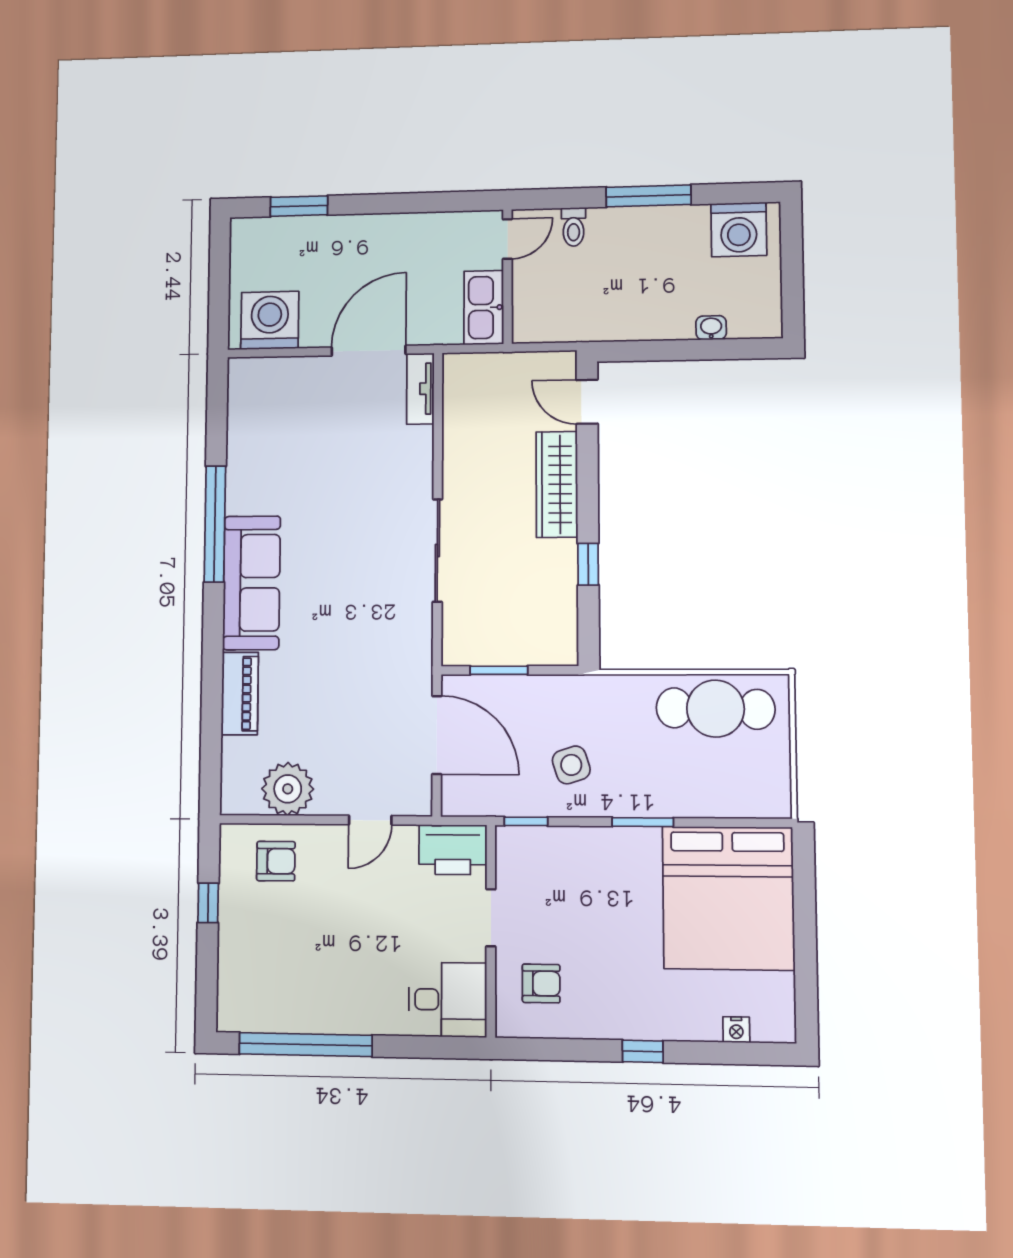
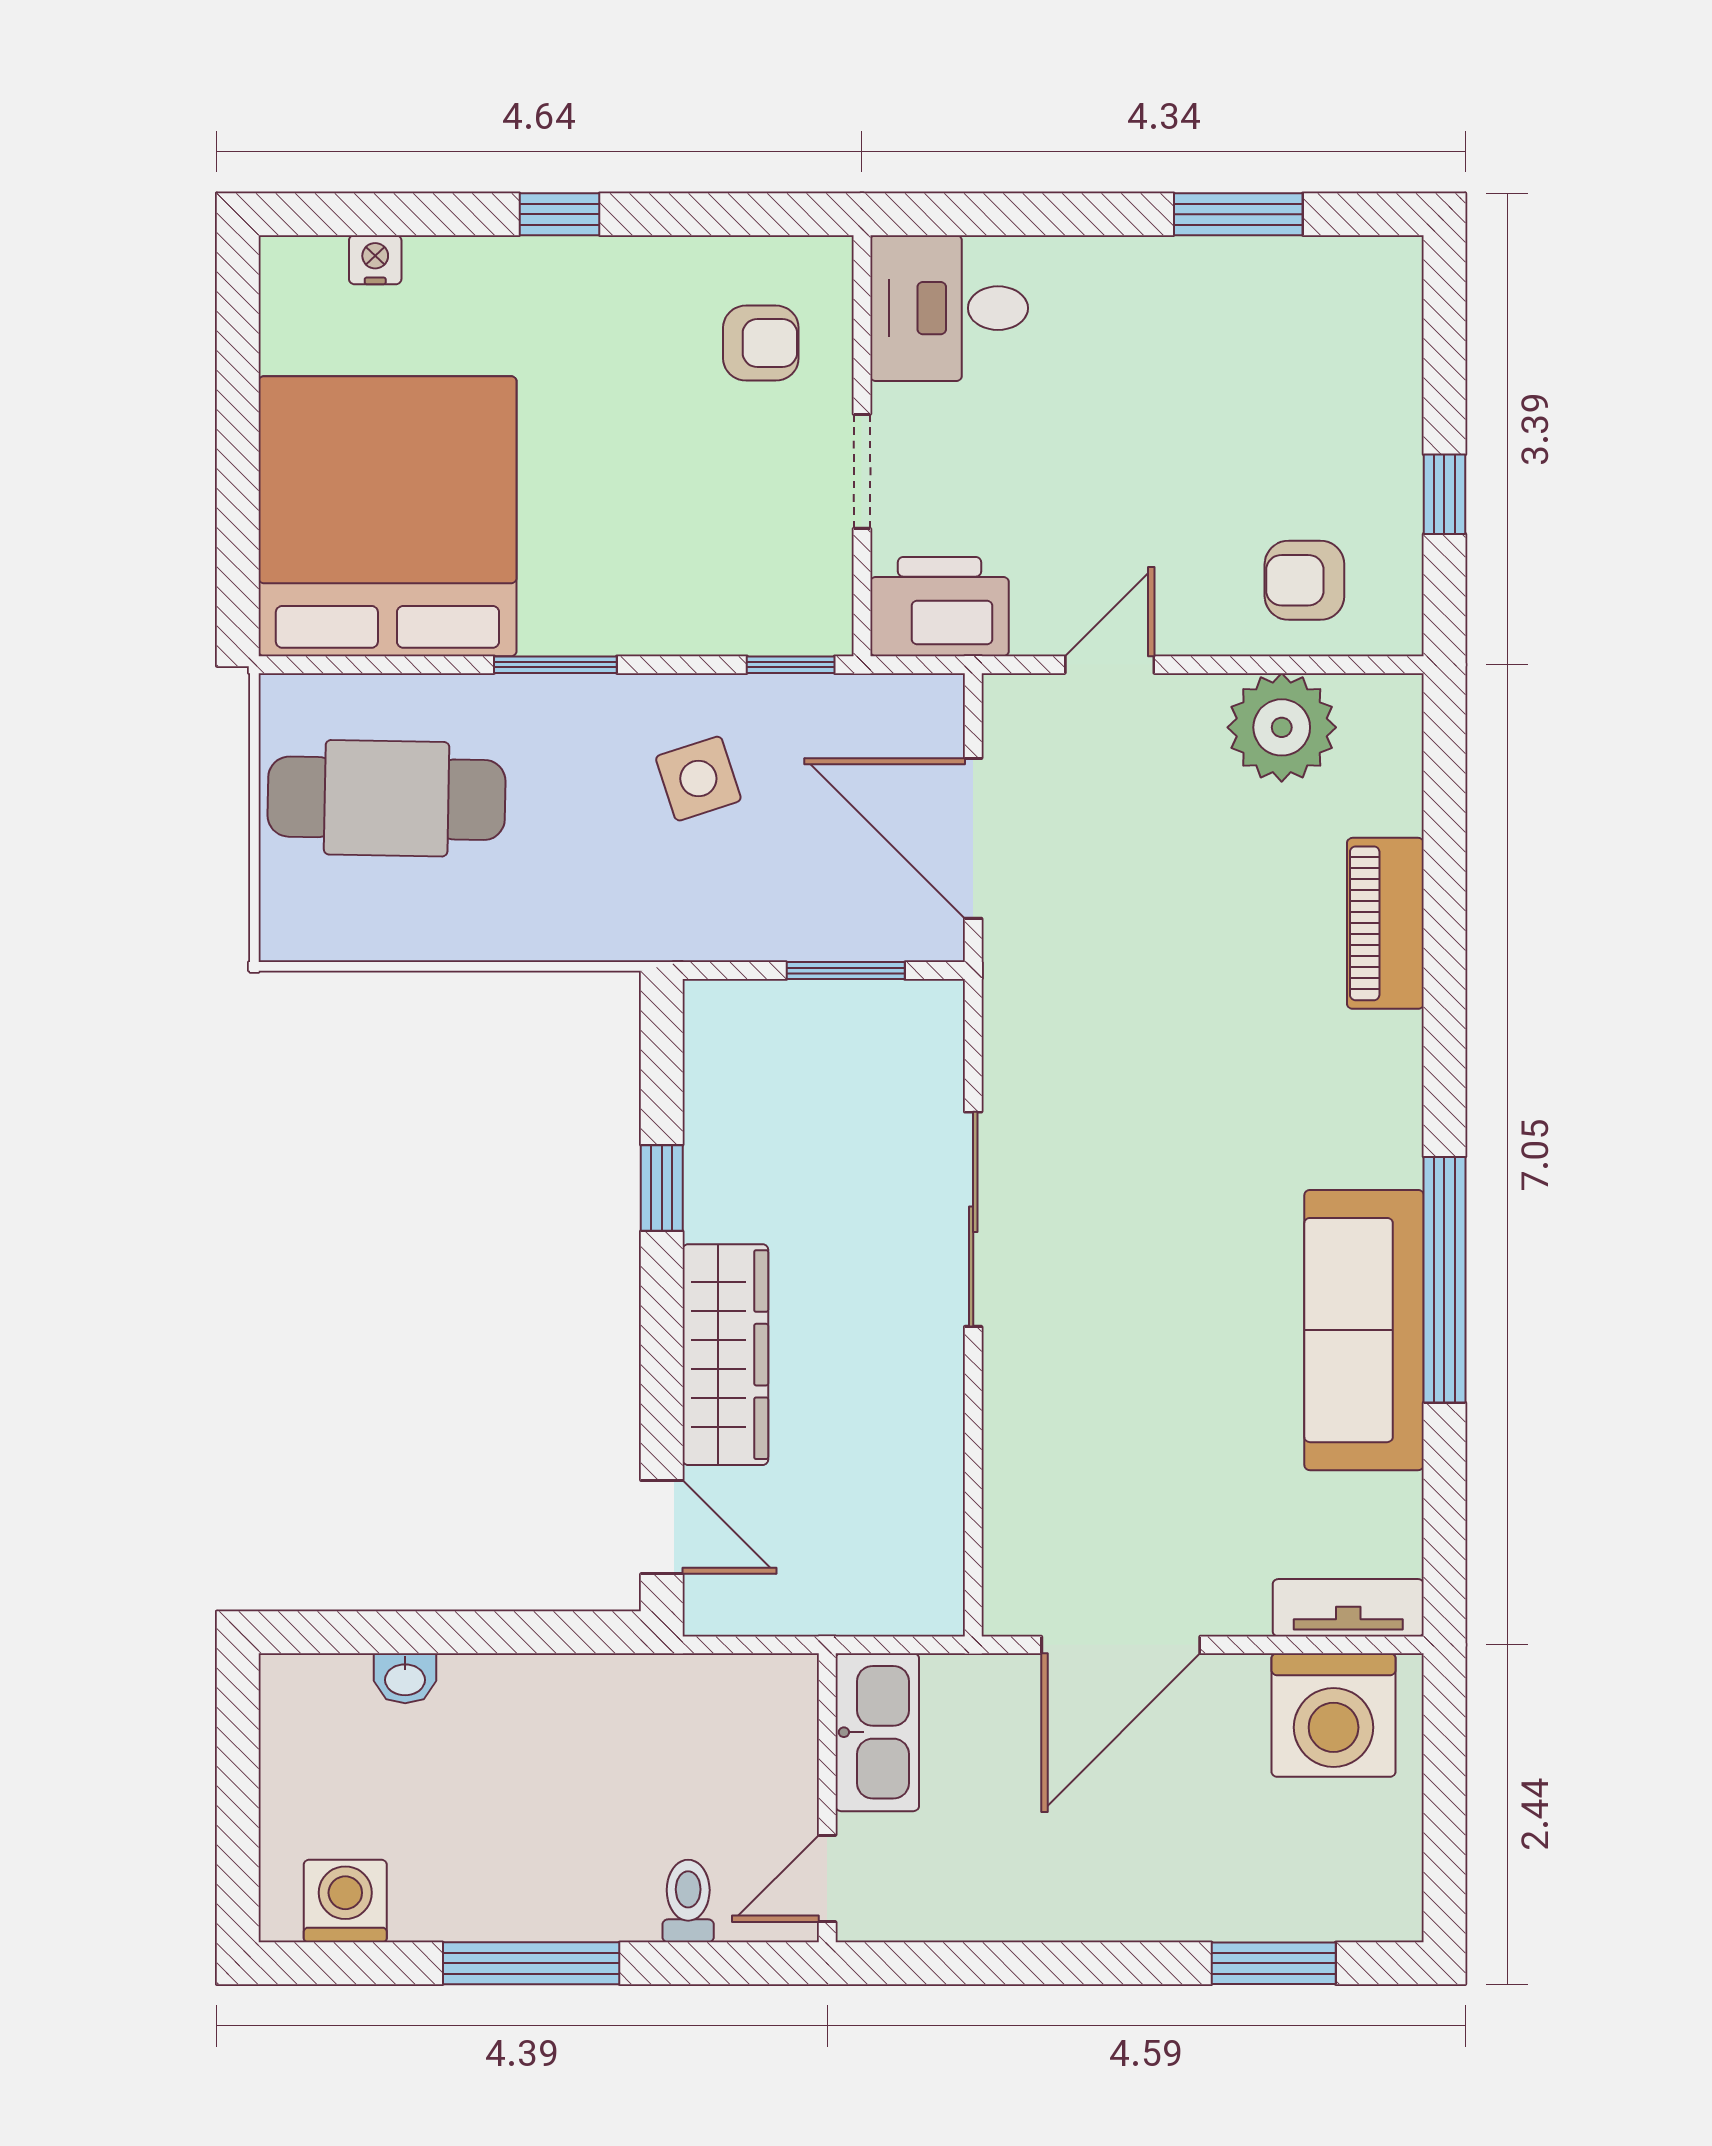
washing machine: (739, 229) -> (345, 1901), width x0.73, depth x0.73
tv unit: (420, 389) -> (1348, 1608), moved, turned -90
sofa: (252, 583) -> (1364, 1330), moved
cafe table: (716, 709) -> (387, 798), moved
armchair: (541, 983) -> (761, 343), turned 180
window: (306, 1045) -> (1238, 214), width x0.47

